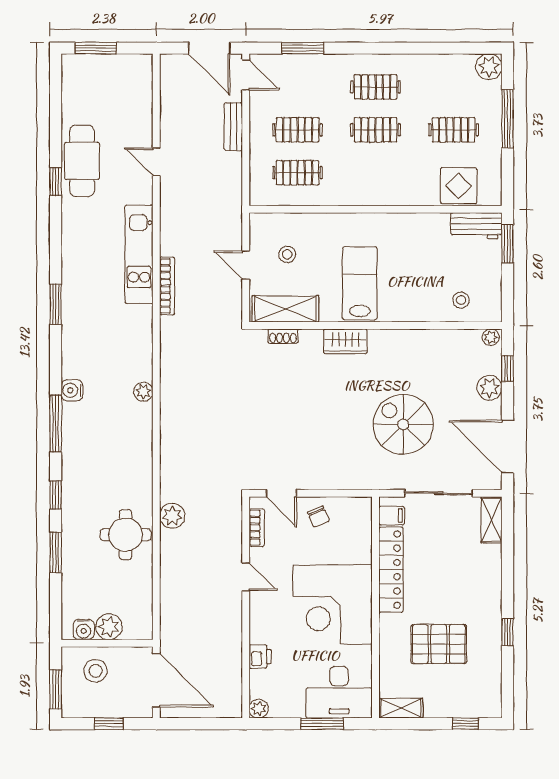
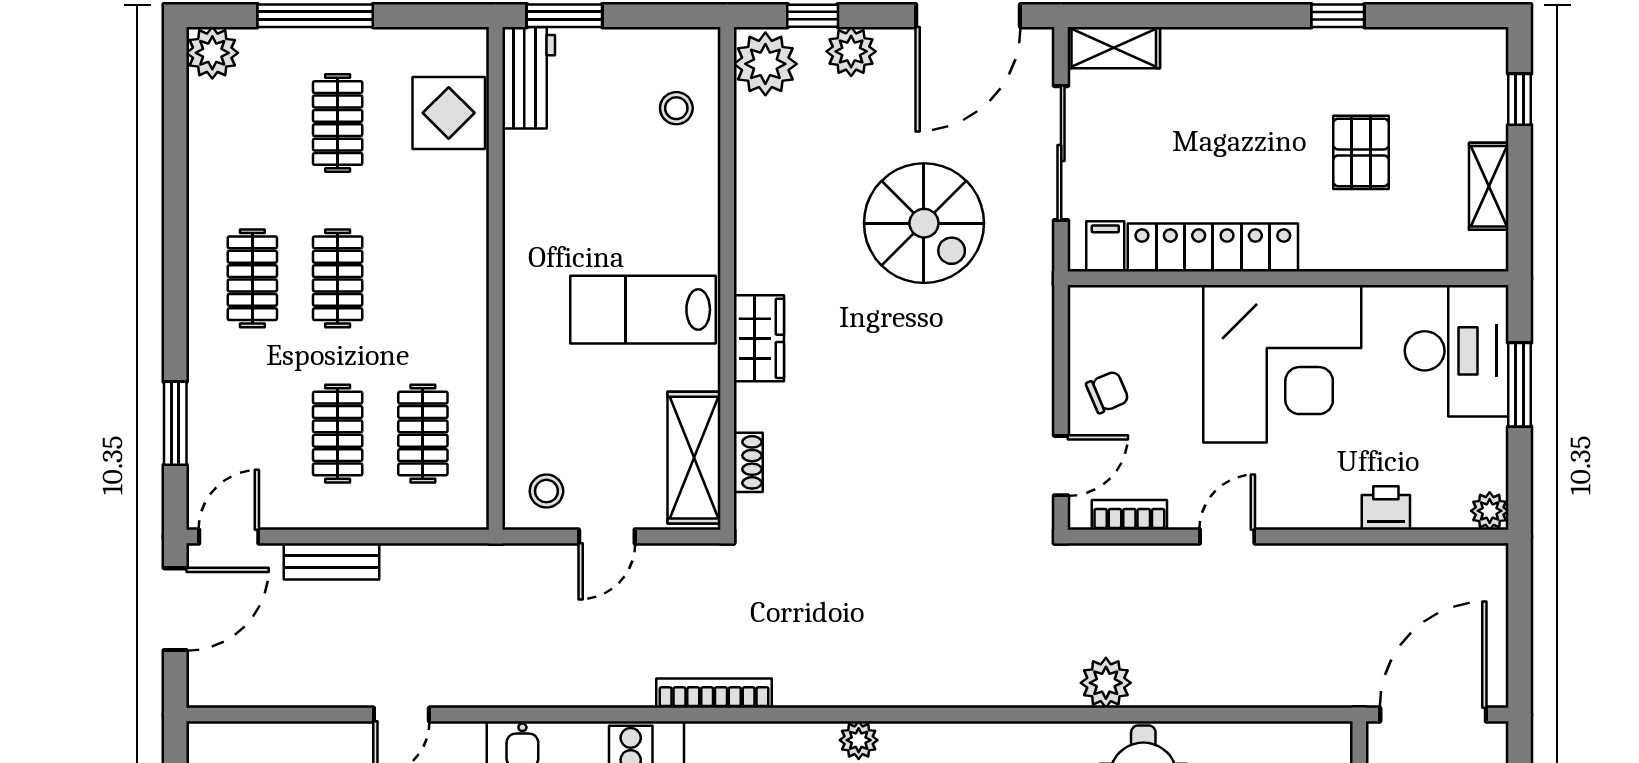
stool: (287, 254) -> (546, 491), moved
bookcase: (167, 286) -> (714, 693), moved
plant: (491, 337) -> (765, 64), width x1.87, depth x1.87
spiral stairs: (403, 424) -> (924, 223), turned -90
pallet: (439, 644) -> (1361, 152), width x0.67, depth x0.71
shelving: (401, 708) -> (1489, 186), moved

